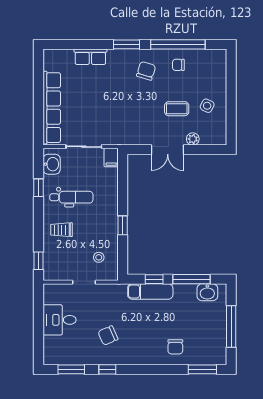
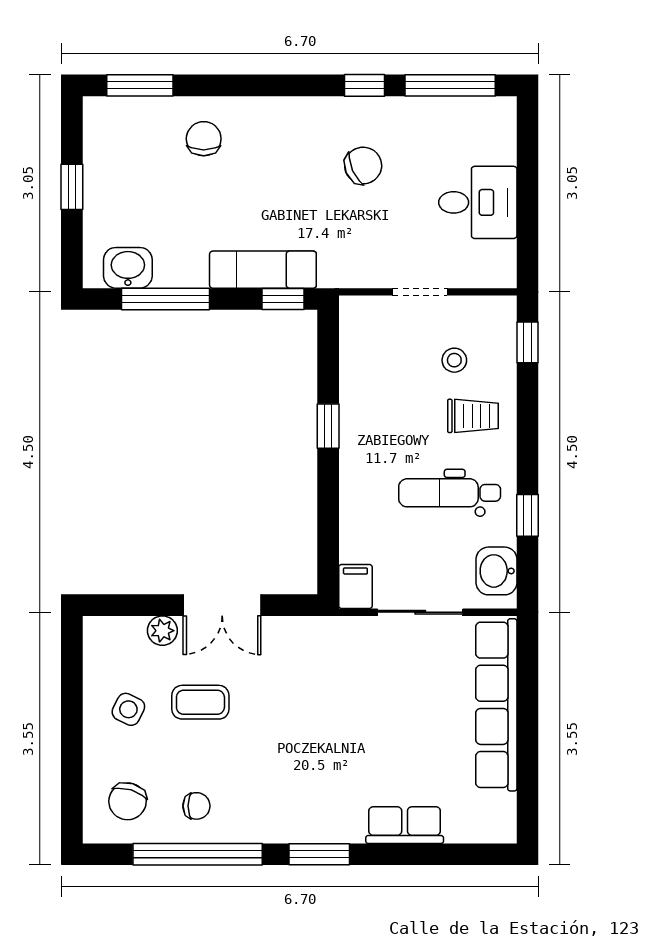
chair: (146, 71) -> (128, 801), moved
double door: (168, 150) -> (222, 605), swing flipped
stool: (99, 257) -> (454, 360), moved
window: (154, 279) -> (283, 299), moved
window: (231, 326) -> (72, 187), width x0.46
window: (71, 369) -> (450, 85), width x1.44

